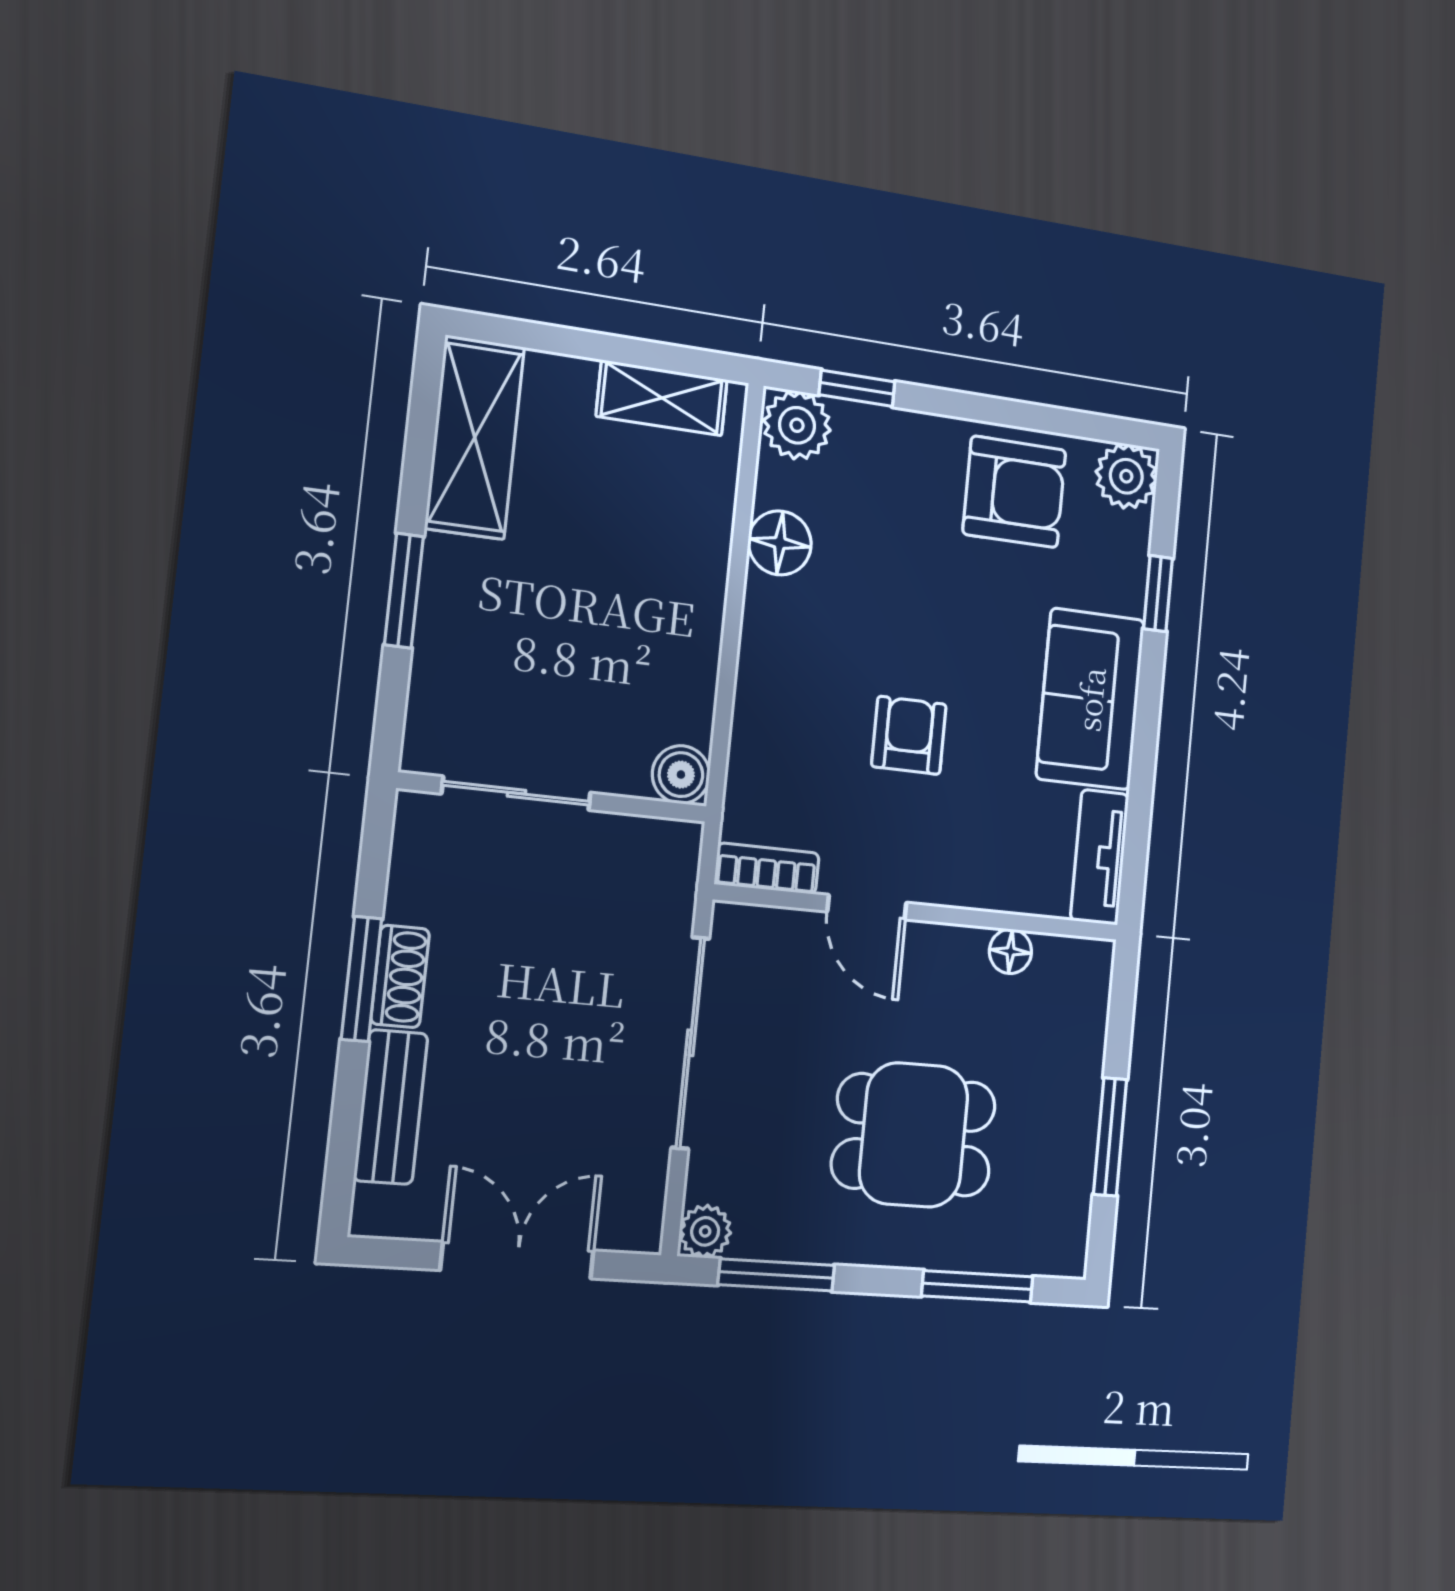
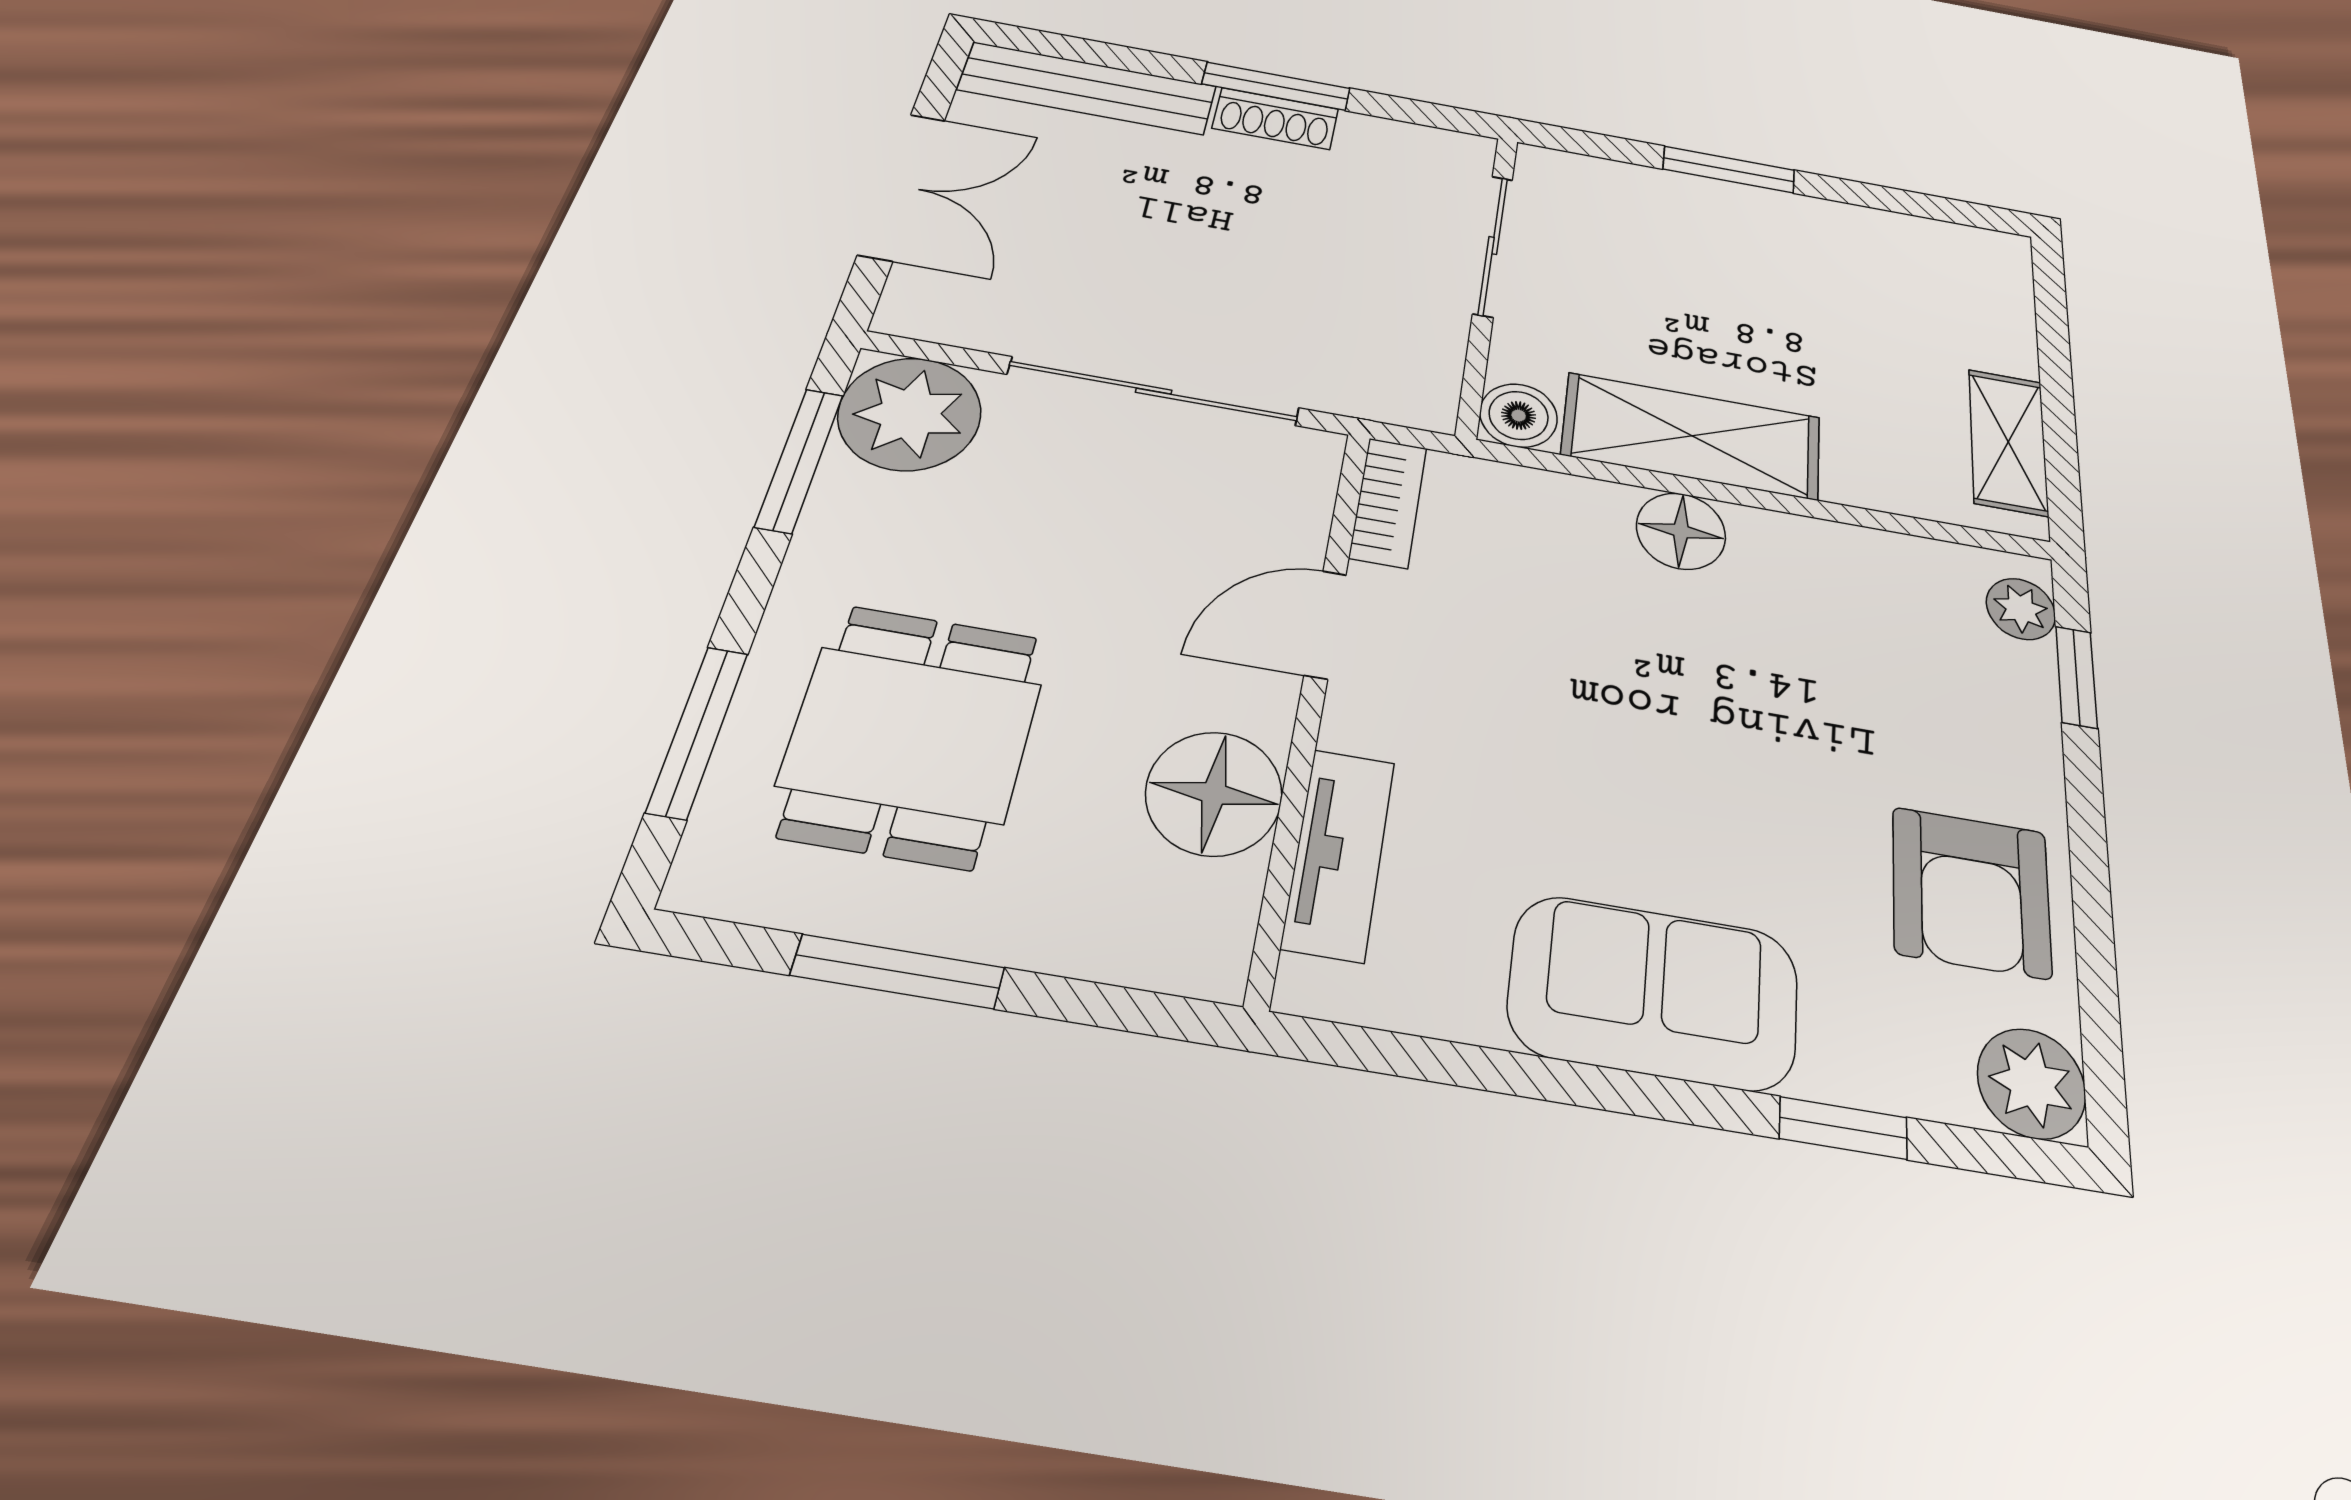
plant: (797, 425) -> (2021, 609), width x0.73, depth x0.73
shelving: (475, 437) -> (1692, 436), moved
floor lamp: (780, 543) -> (1681, 531), moved
armchair: (909, 735) -> (1582, 704), removed
tv unit: (1100, 857) -> (1339, 854), moved, turned 90
floor lamp: (1010, 951) -> (1214, 793), width x1.89, depth x1.89
bench: (391, 1107) -> (1088, 88), width x1.36
dining table: (914, 1135) -> (911, 734), moved
plant: (705, 1231) -> (910, 414), width x1.88, depth x1.88

